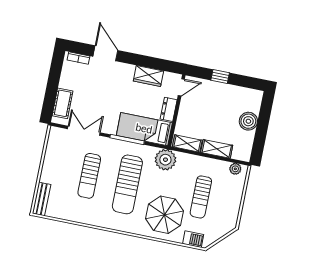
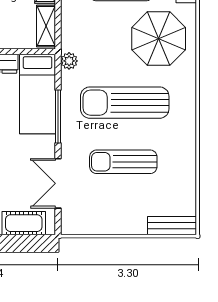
plant: (165, 160) -> (69, 61), width x0.53, depth x0.53
sun lounger: (89, 176) -> (123, 162), turned 180
sun lounger: (127, 184) -> (125, 103), turned 180

